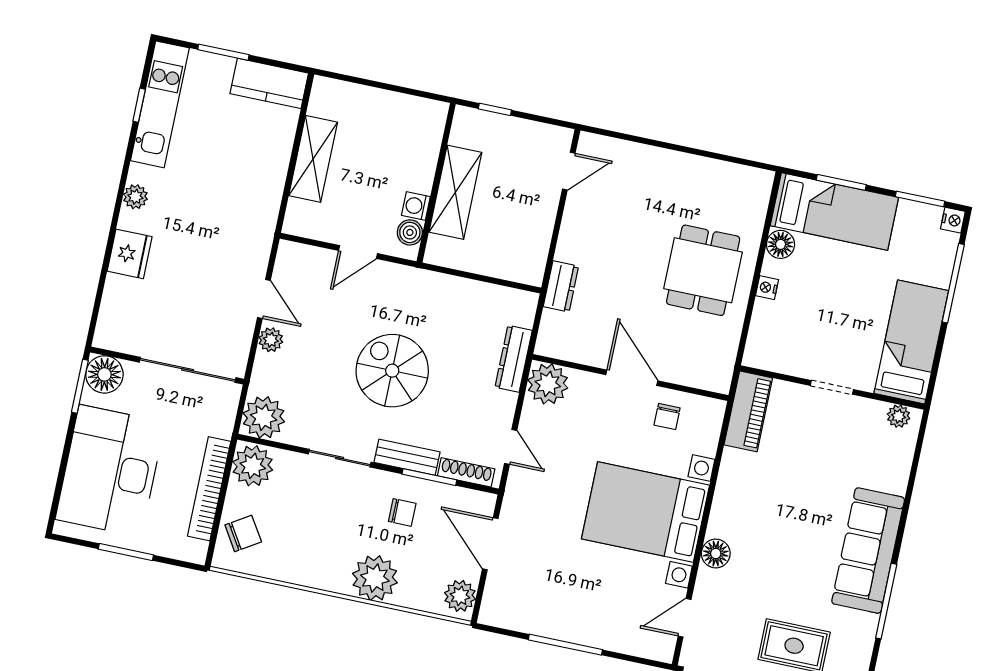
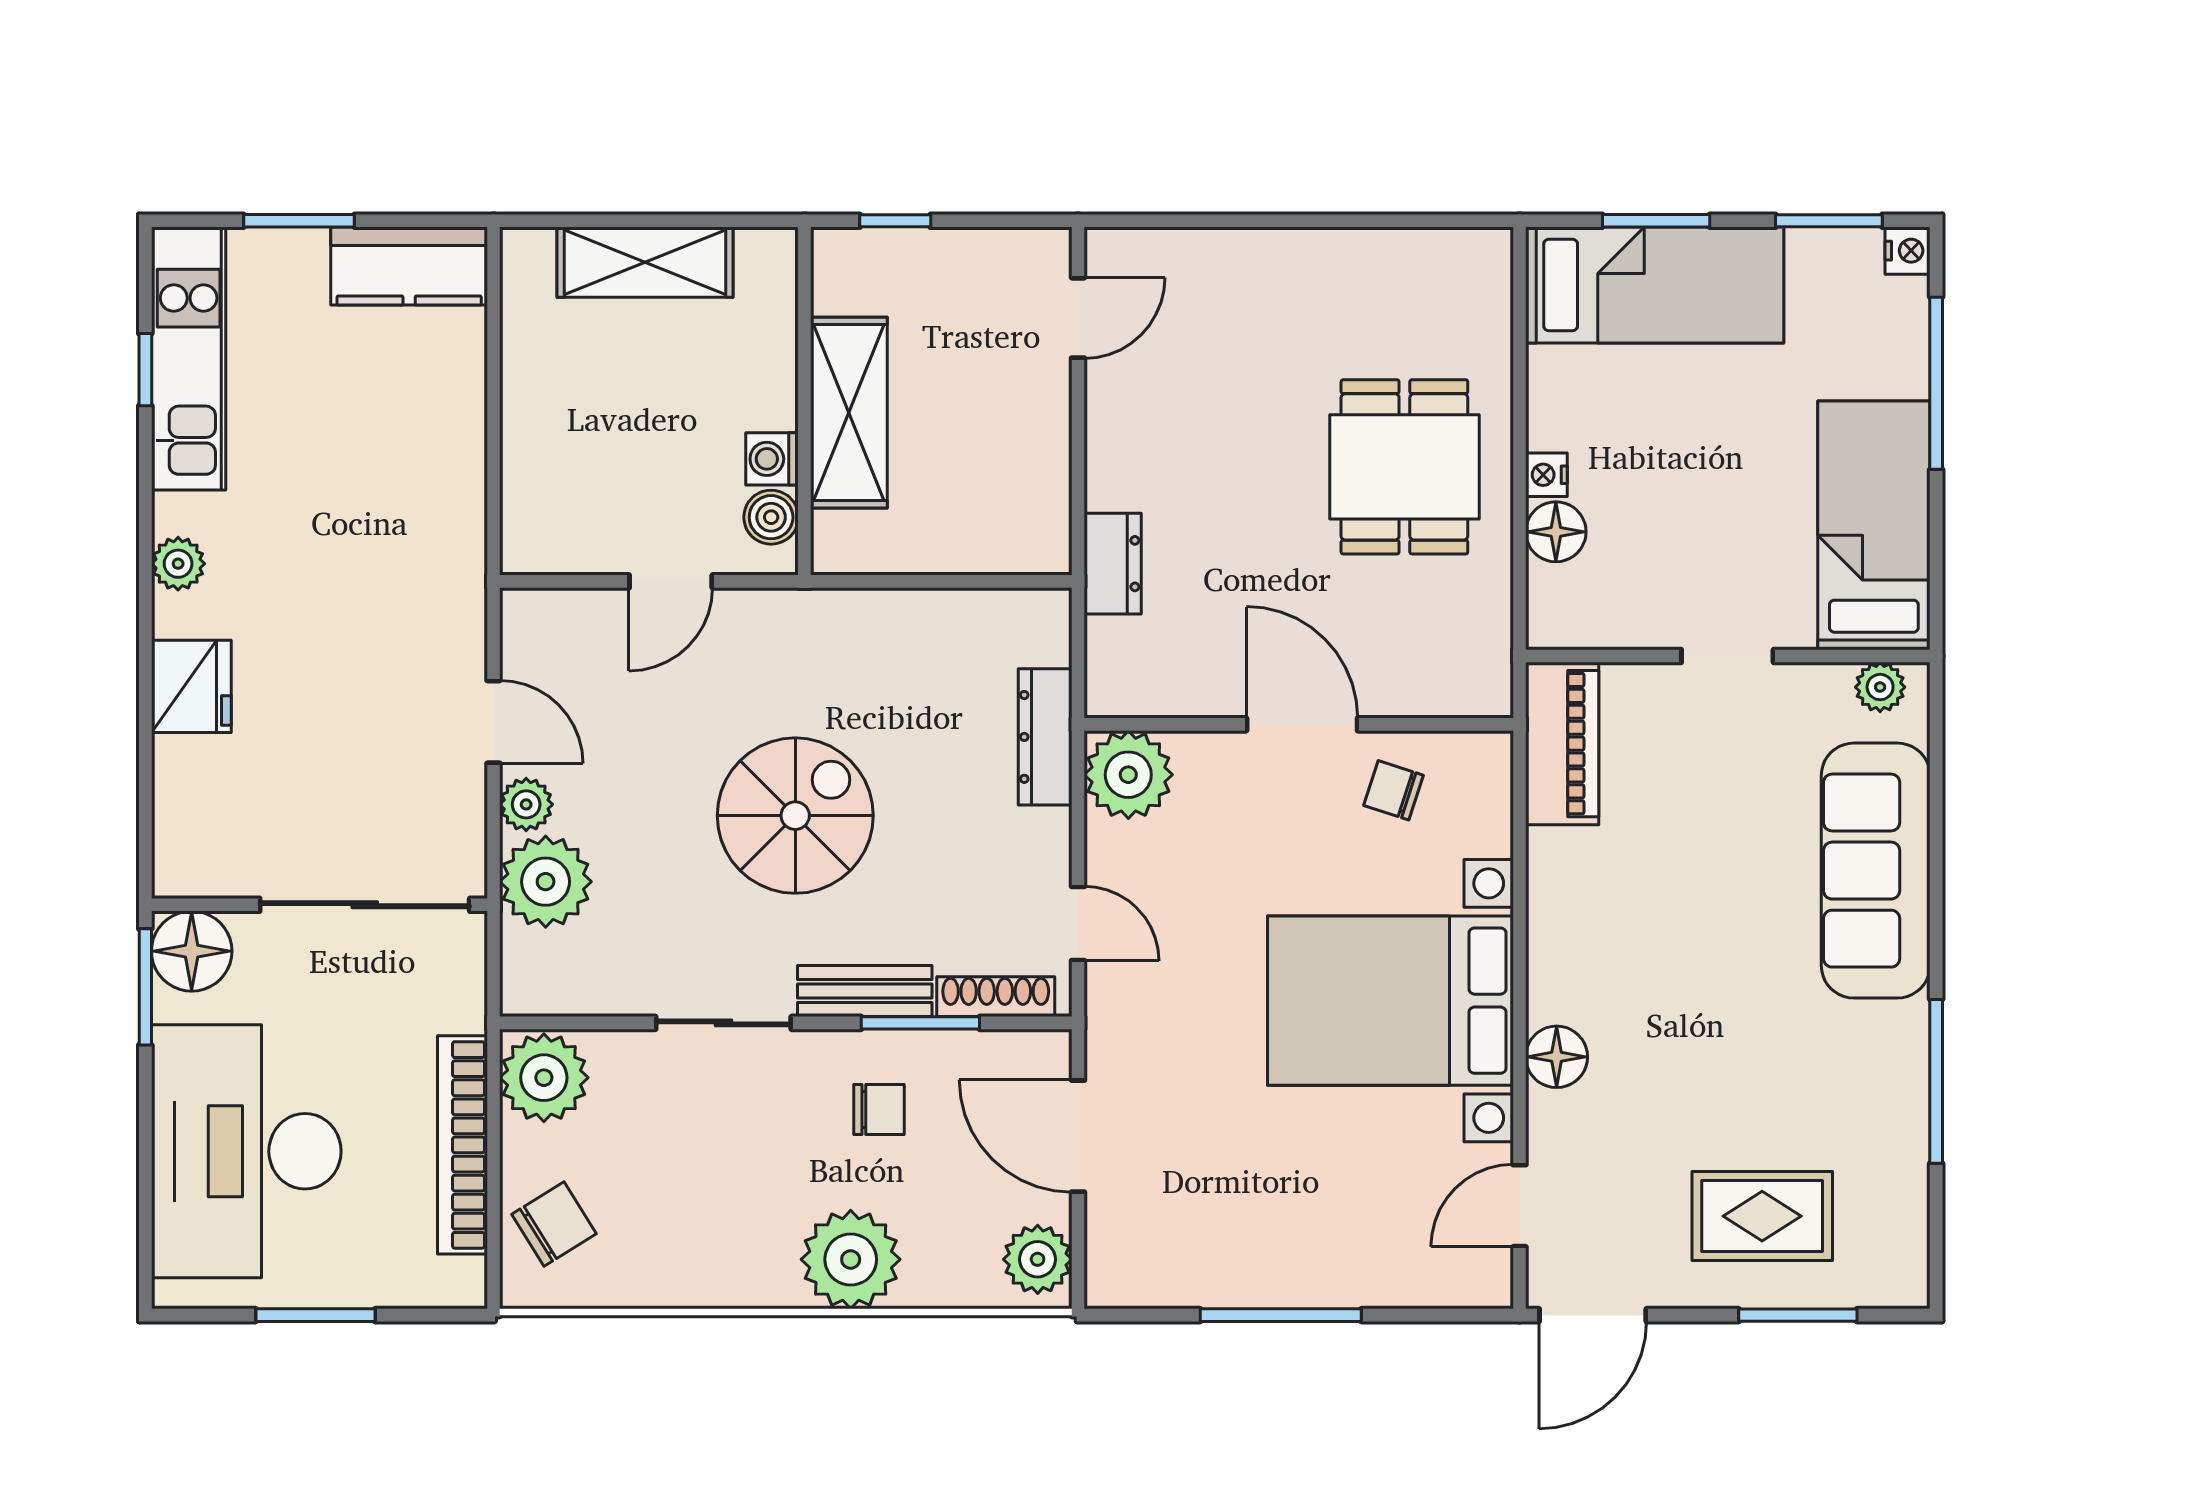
shelving: (313, 159) -> (645, 262), moved, turned 90
floor lamp: (781, 244) -> (1556, 532), moved
spiral stairs: (392, 371) -> (795, 816), turned 90
plant: (264, 417) -> (546, 882), moved
chair: (667, 417) -> (1394, 790), turned 108
sofa: (868, 551) -> (1876, 871), moved

